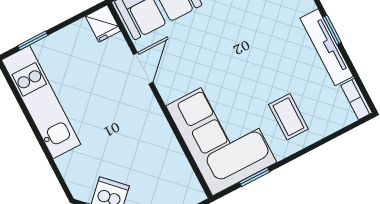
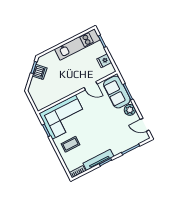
fridge: (103, 24) -> (104, 61), moved

